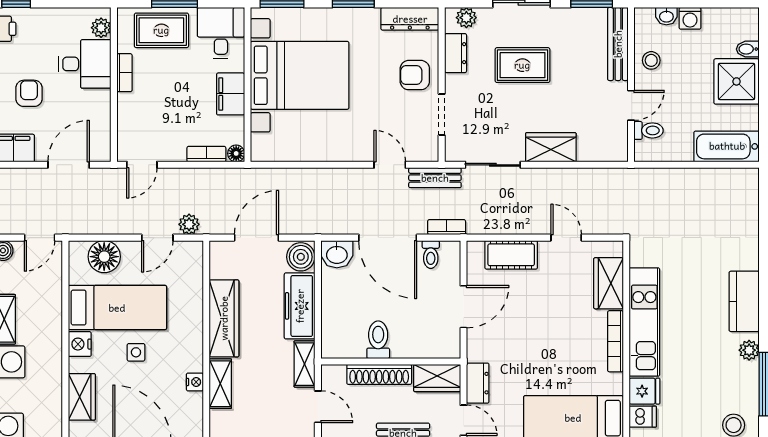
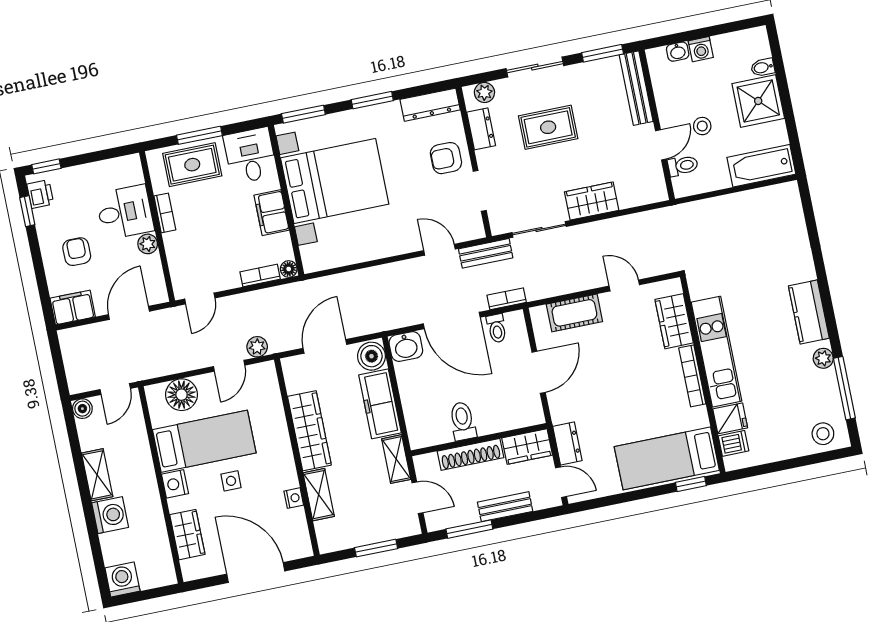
plant: (101, 28) -> (148, 244), moved
stool: (651, 60) -> (702, 126), moved

